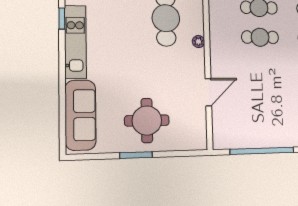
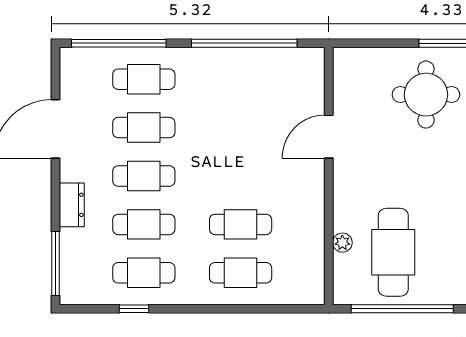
plant: (198, 42) -> (342, 243), moved

